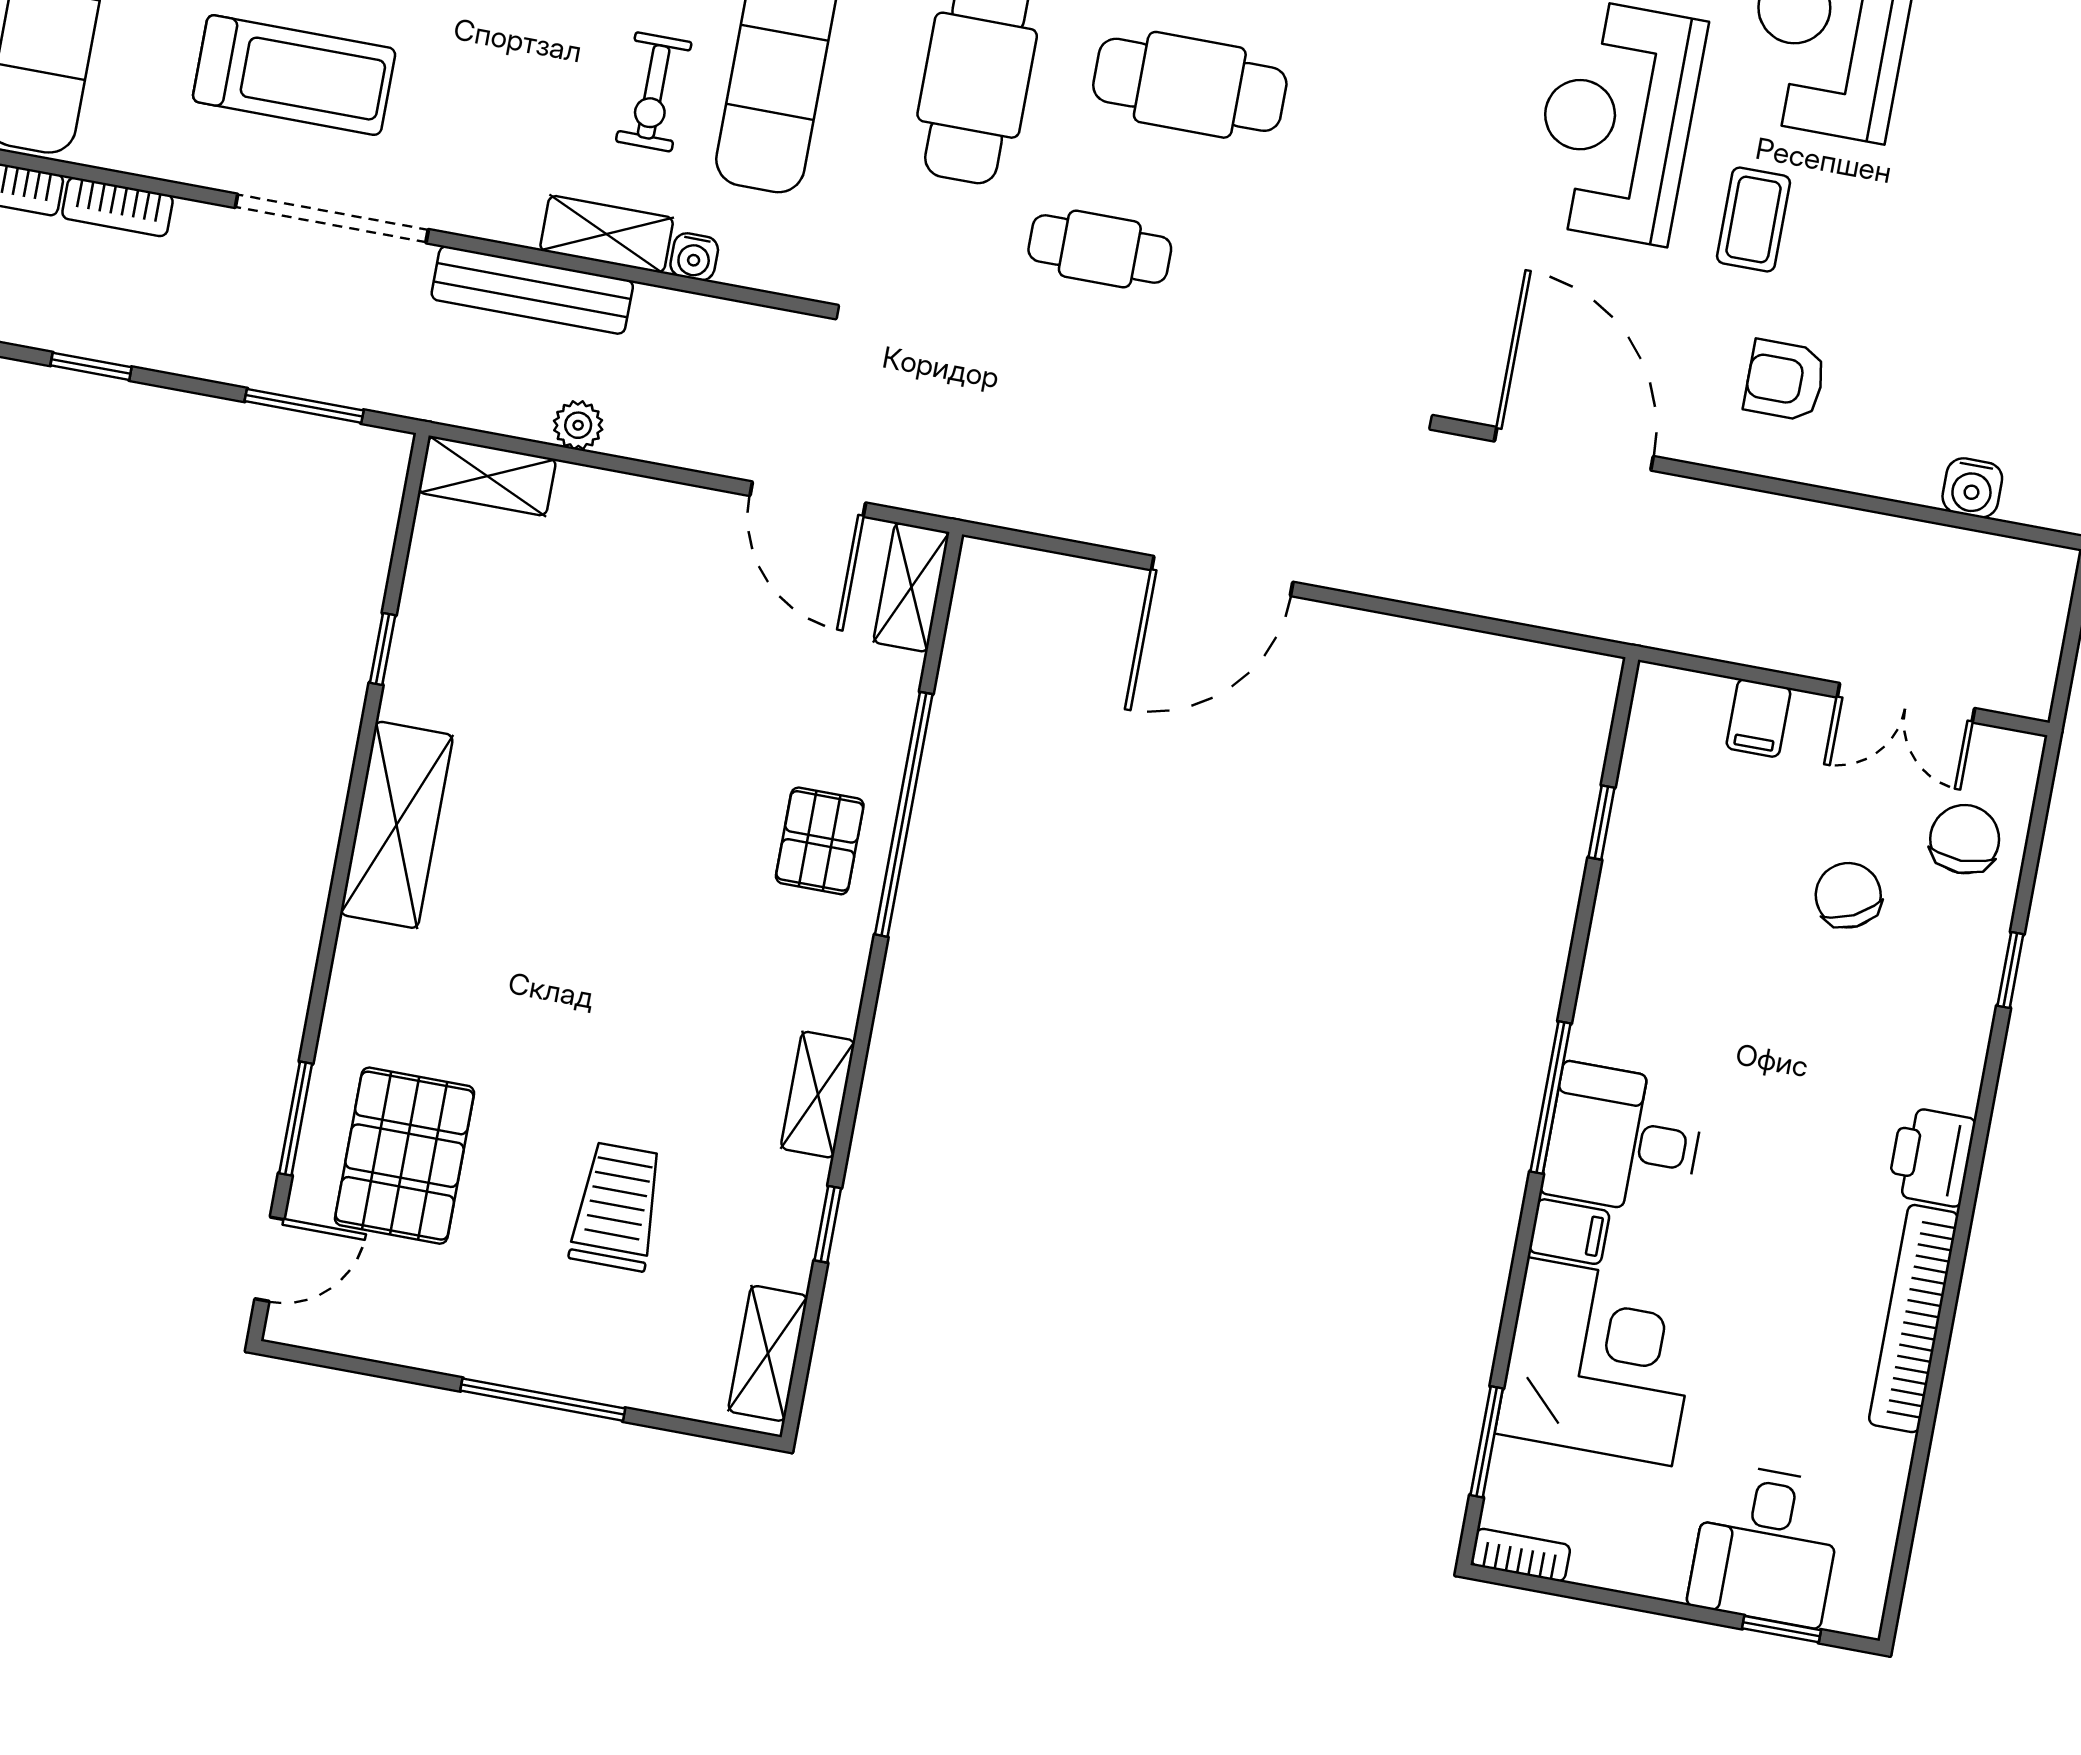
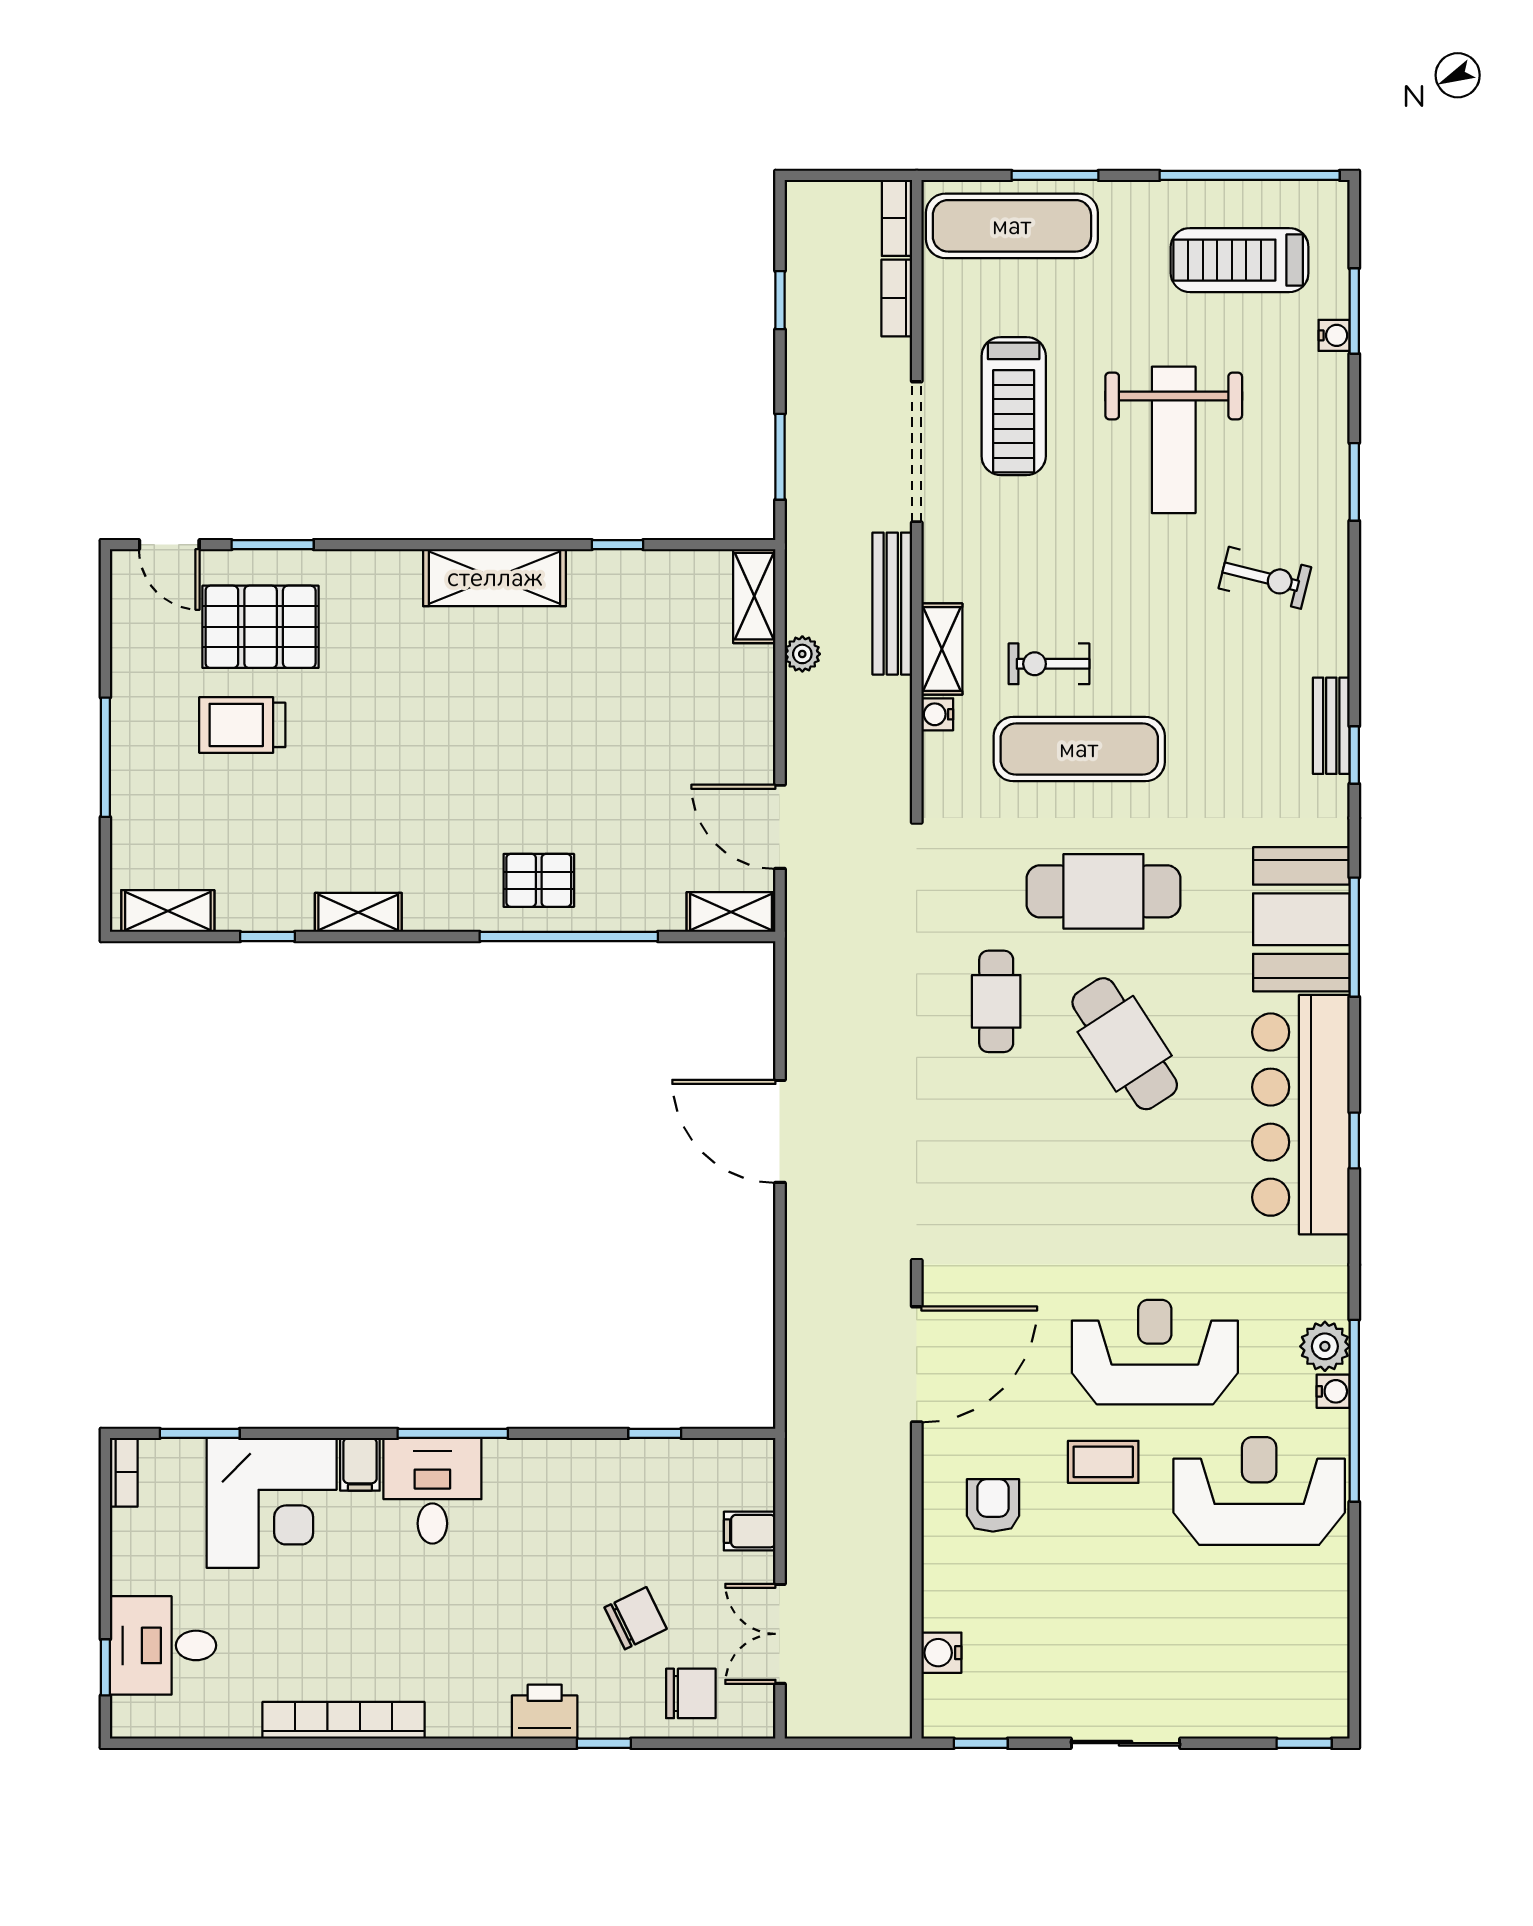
cafe table: (1190, 85) -> (1125, 1044), turned -33
door: (808, 499) -> (780, 827), hinge flipped
printer: (1931, 1157) -> (545, 1712), moved
trolley: (617, 1207) -> (242, 725), moved, turned 180

